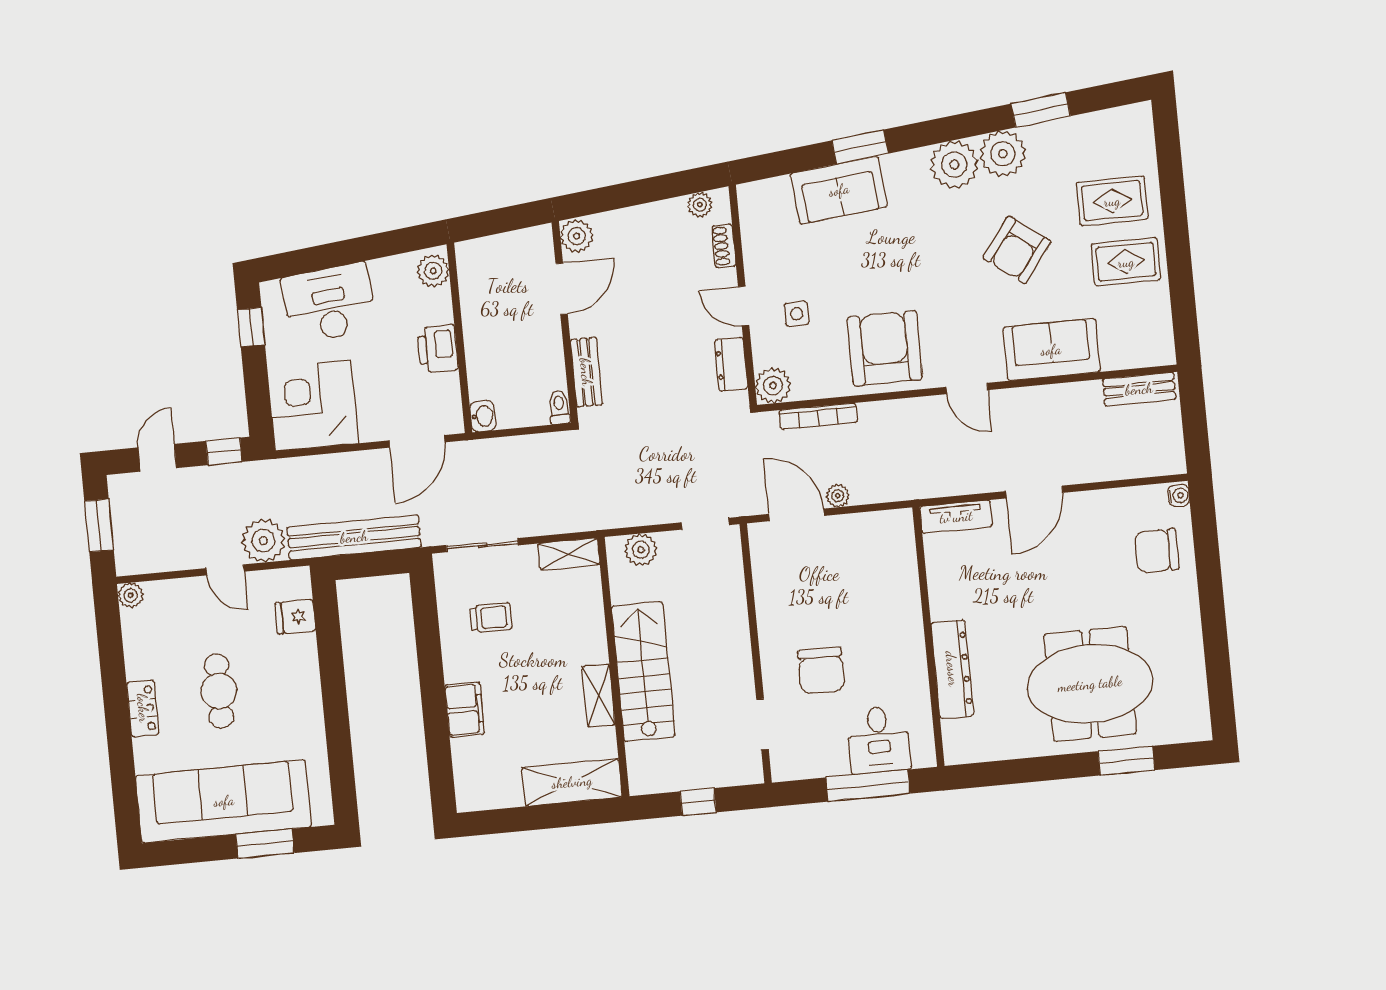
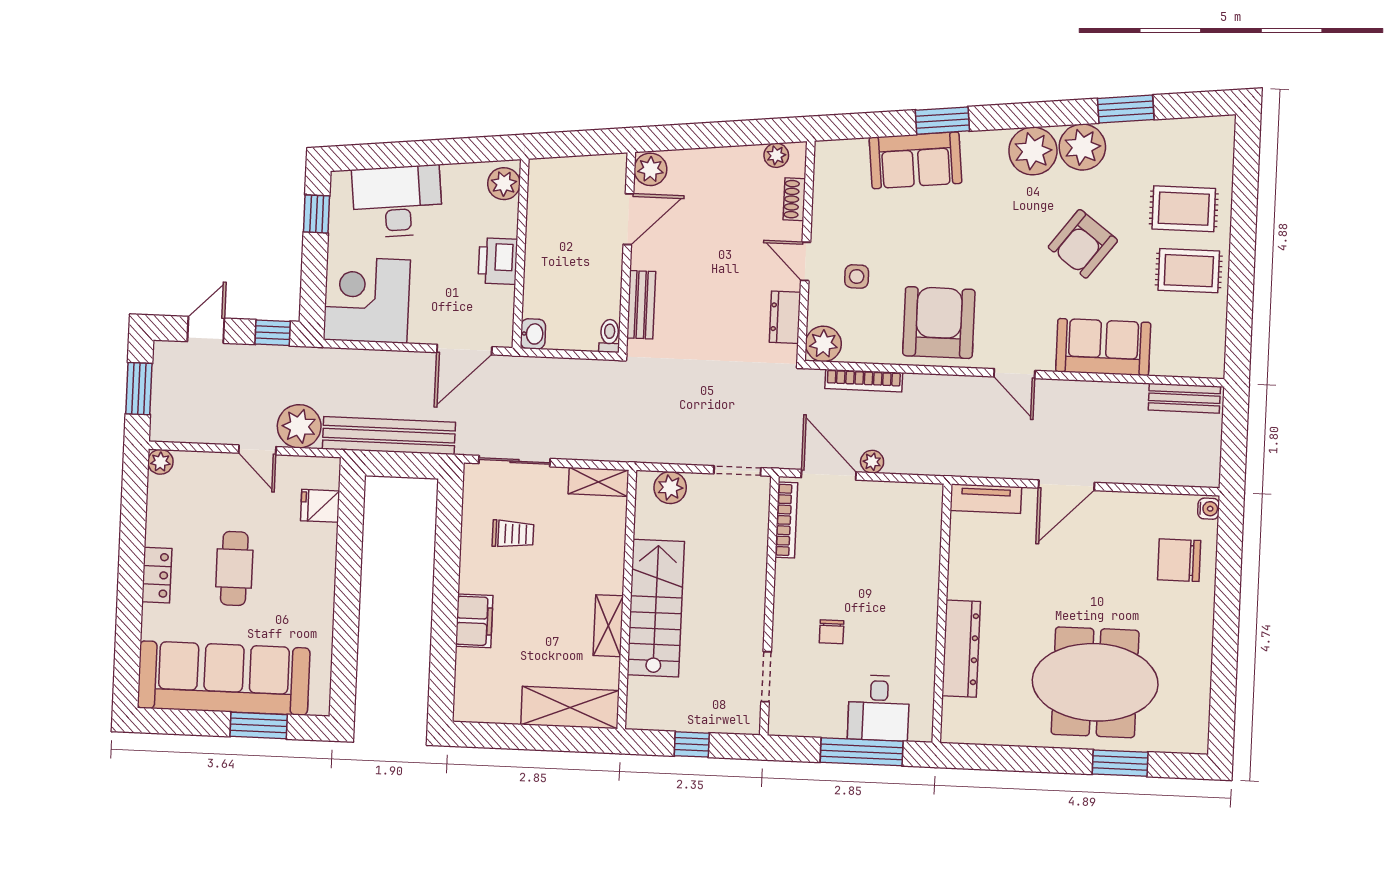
bookcase: (761, 566) -> (786, 520), added
chair: (821, 671) -> (832, 632), width x0.54, depth x0.54

